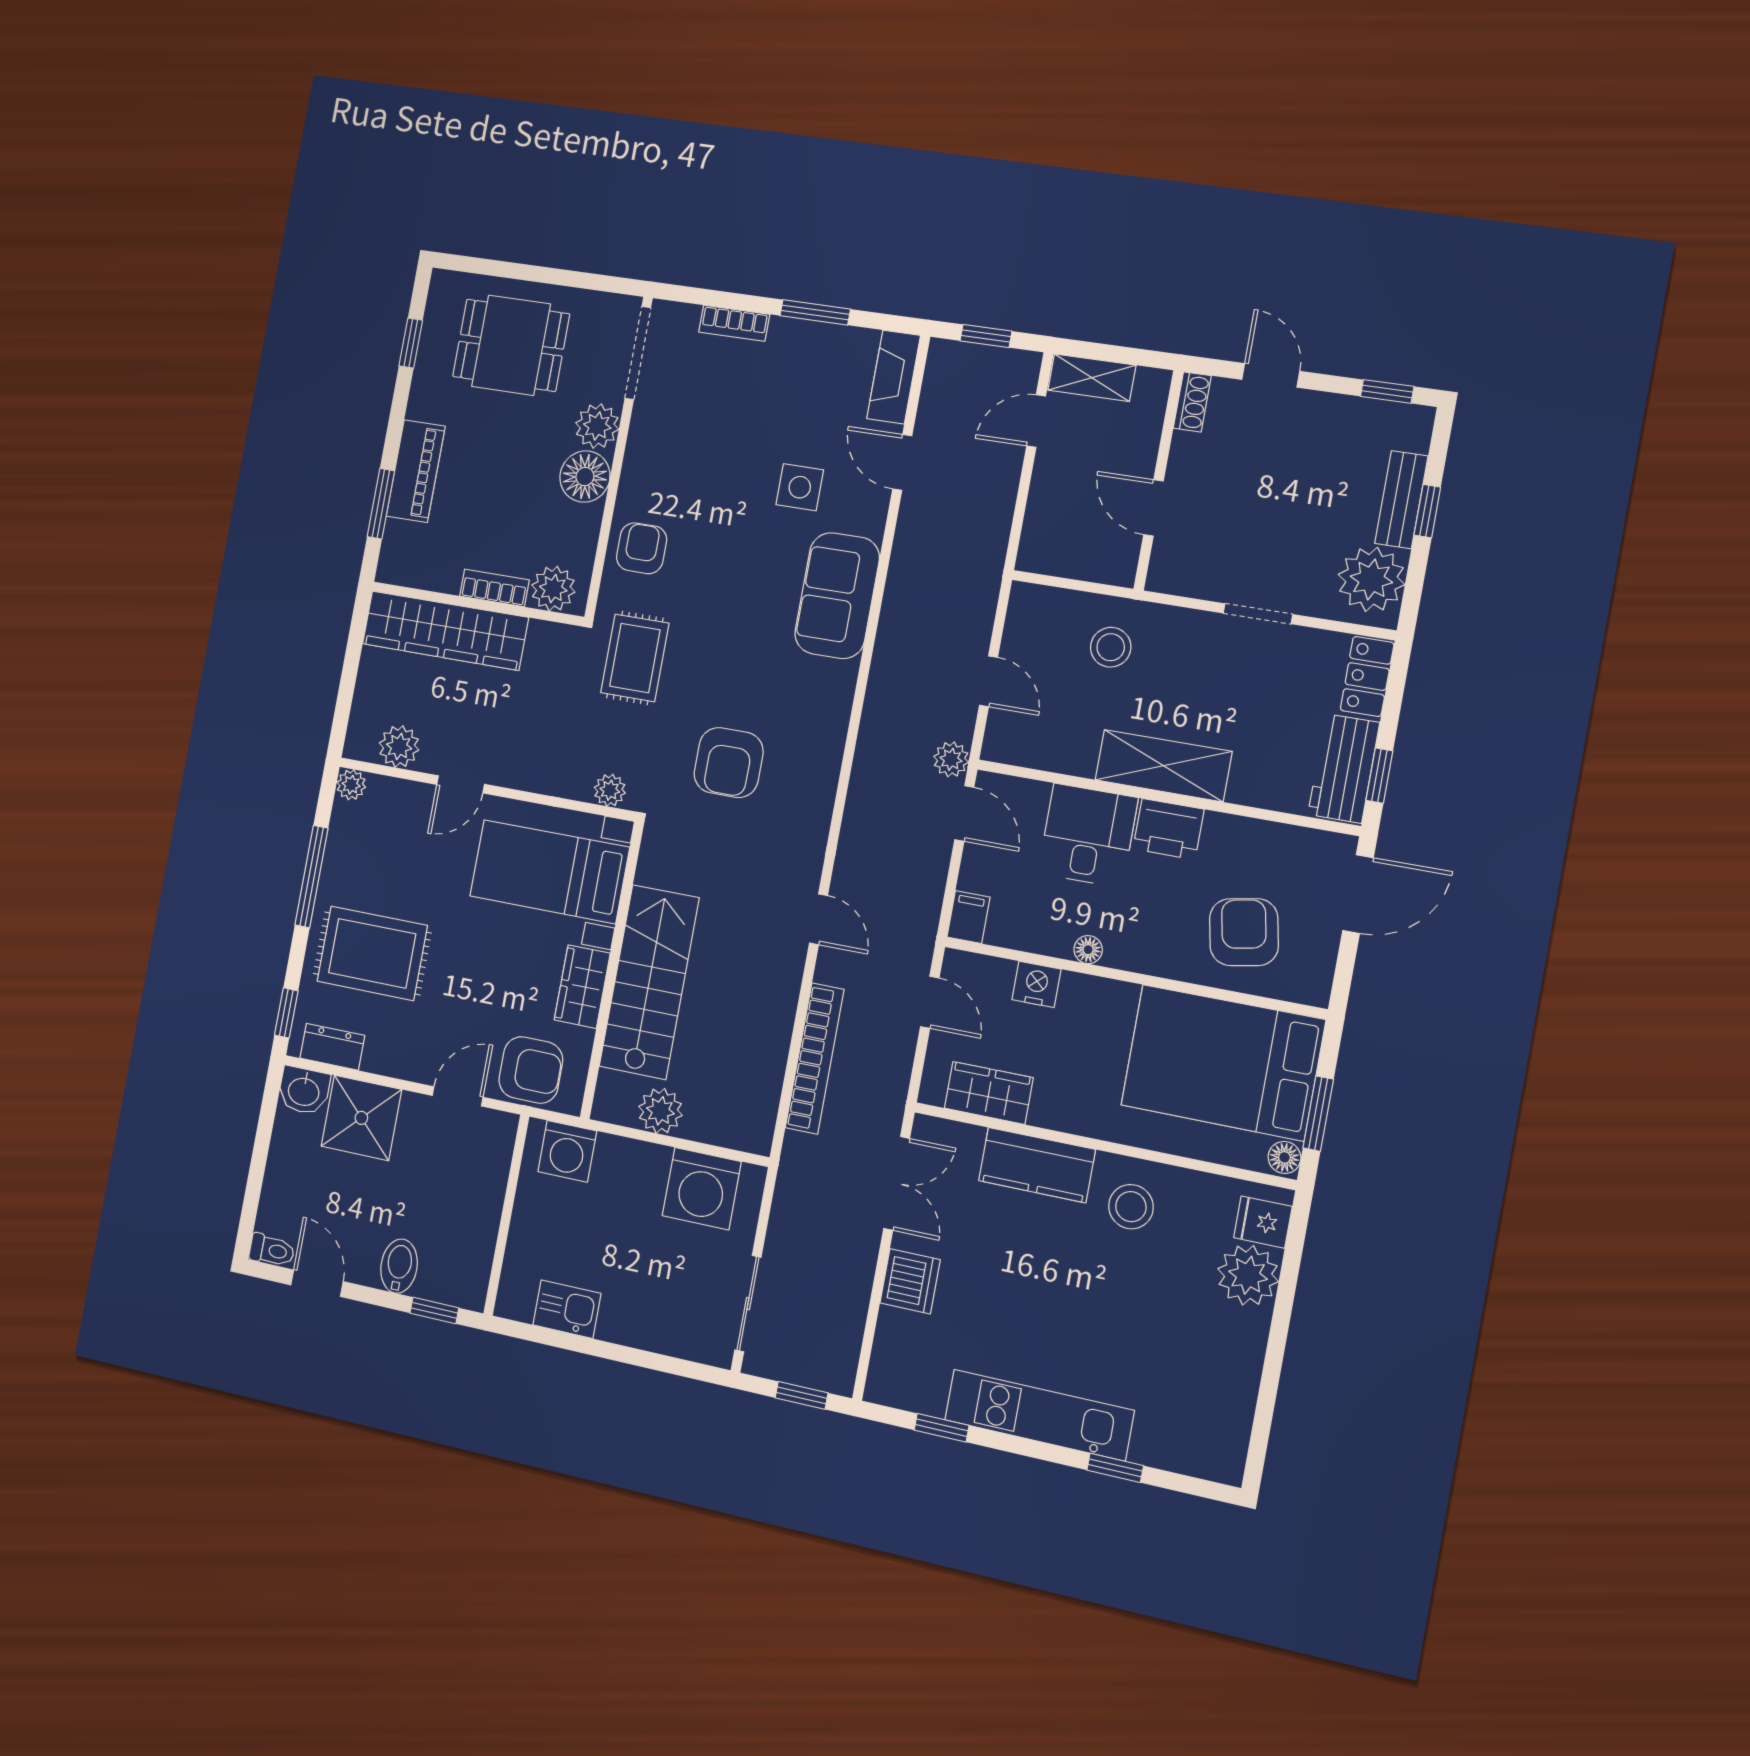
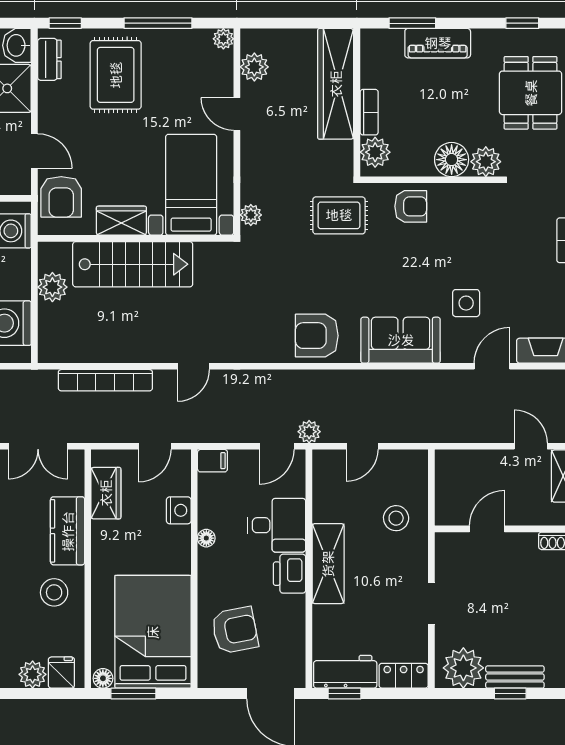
armchair: (729, 763) -> (317, 336), moved
plant: (1248, 1275) -> (33, 674), width x0.73, depth x0.73

